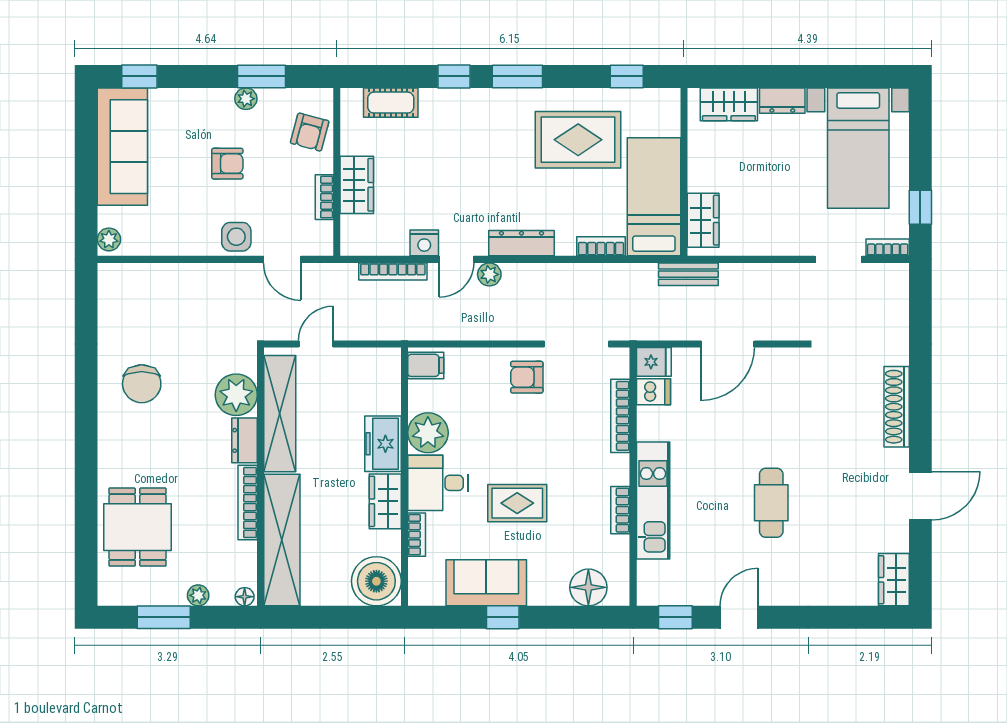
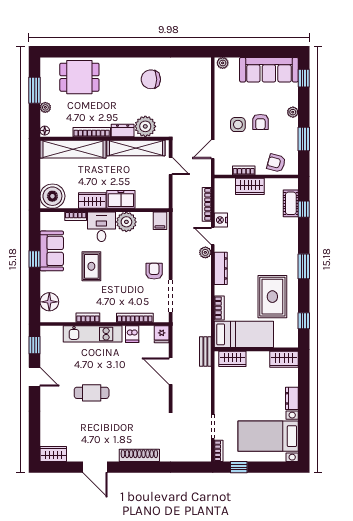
window: (454, 76) -> (304, 209), moved
plant: (246, 99) -> (293, 112), moved
wardrobe: (729, 104) -> (284, 359), moved, turned -90
side table: (236, 237) -> (238, 125), moved
dishwasher: (653, 392) -> (132, 334), moved

